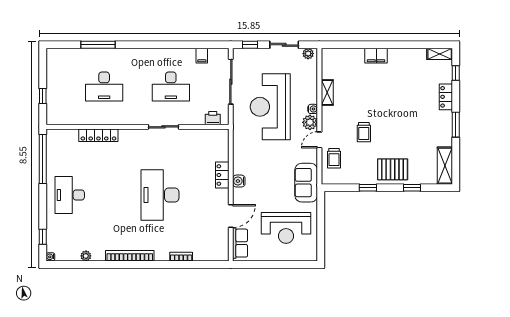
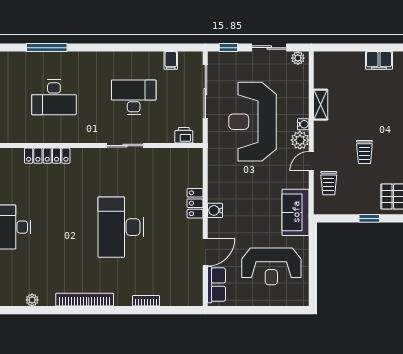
desk: (171, 86) -> (134, 97), turned 180

